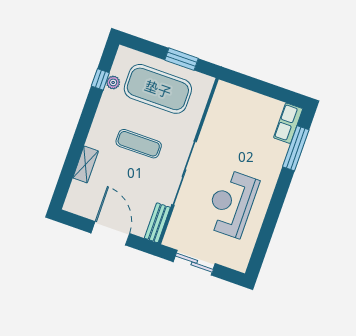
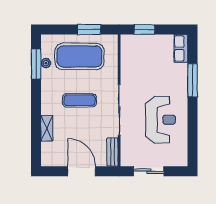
window: (100, 79) -> (36, 64), width x2.17
window: (251, 84) -> (144, 29), added
window: (296, 148) -> (192, 80), moved
reception desk: (232, 204) -> (161, 120), turned 180

